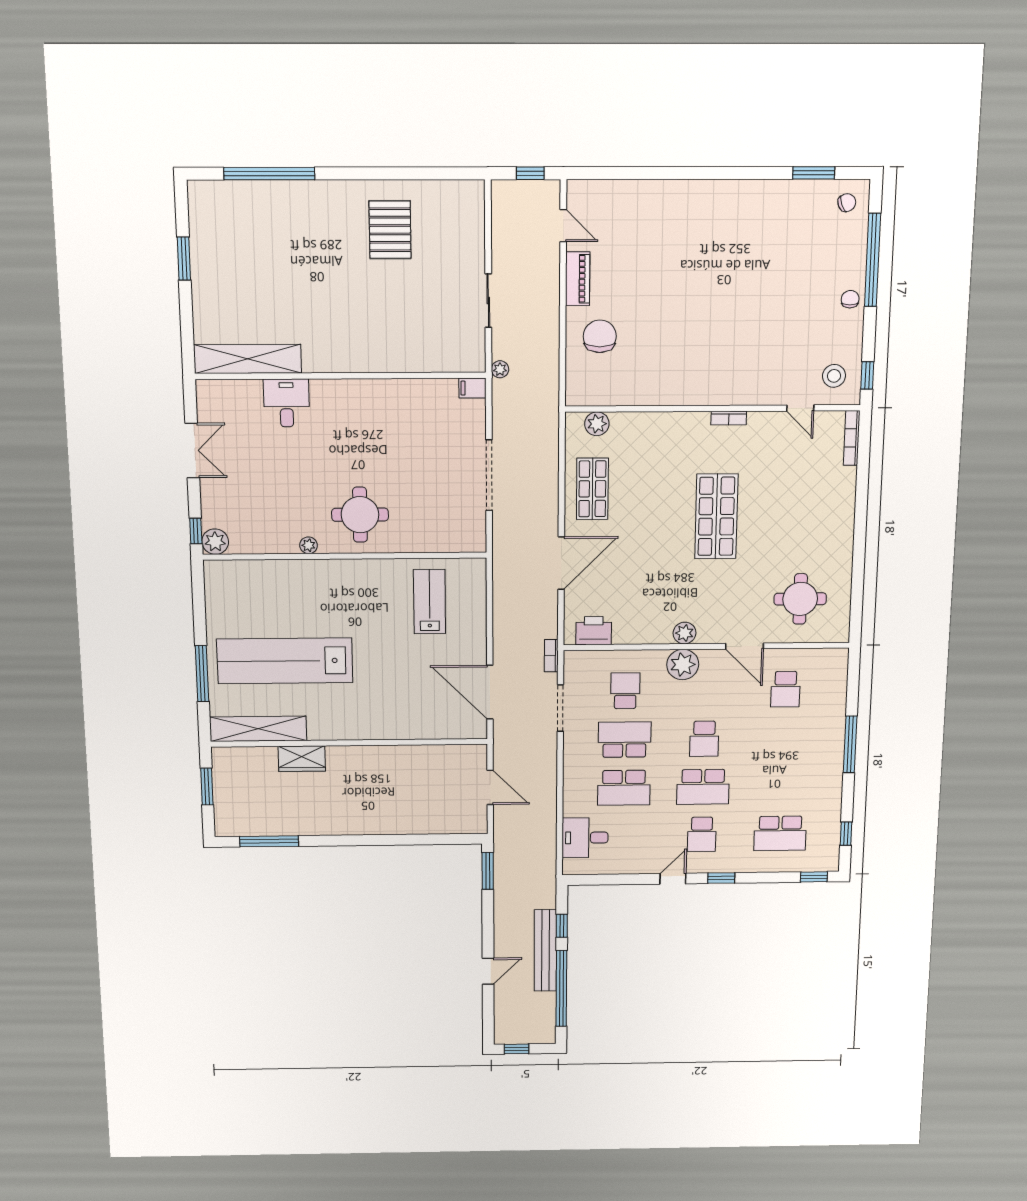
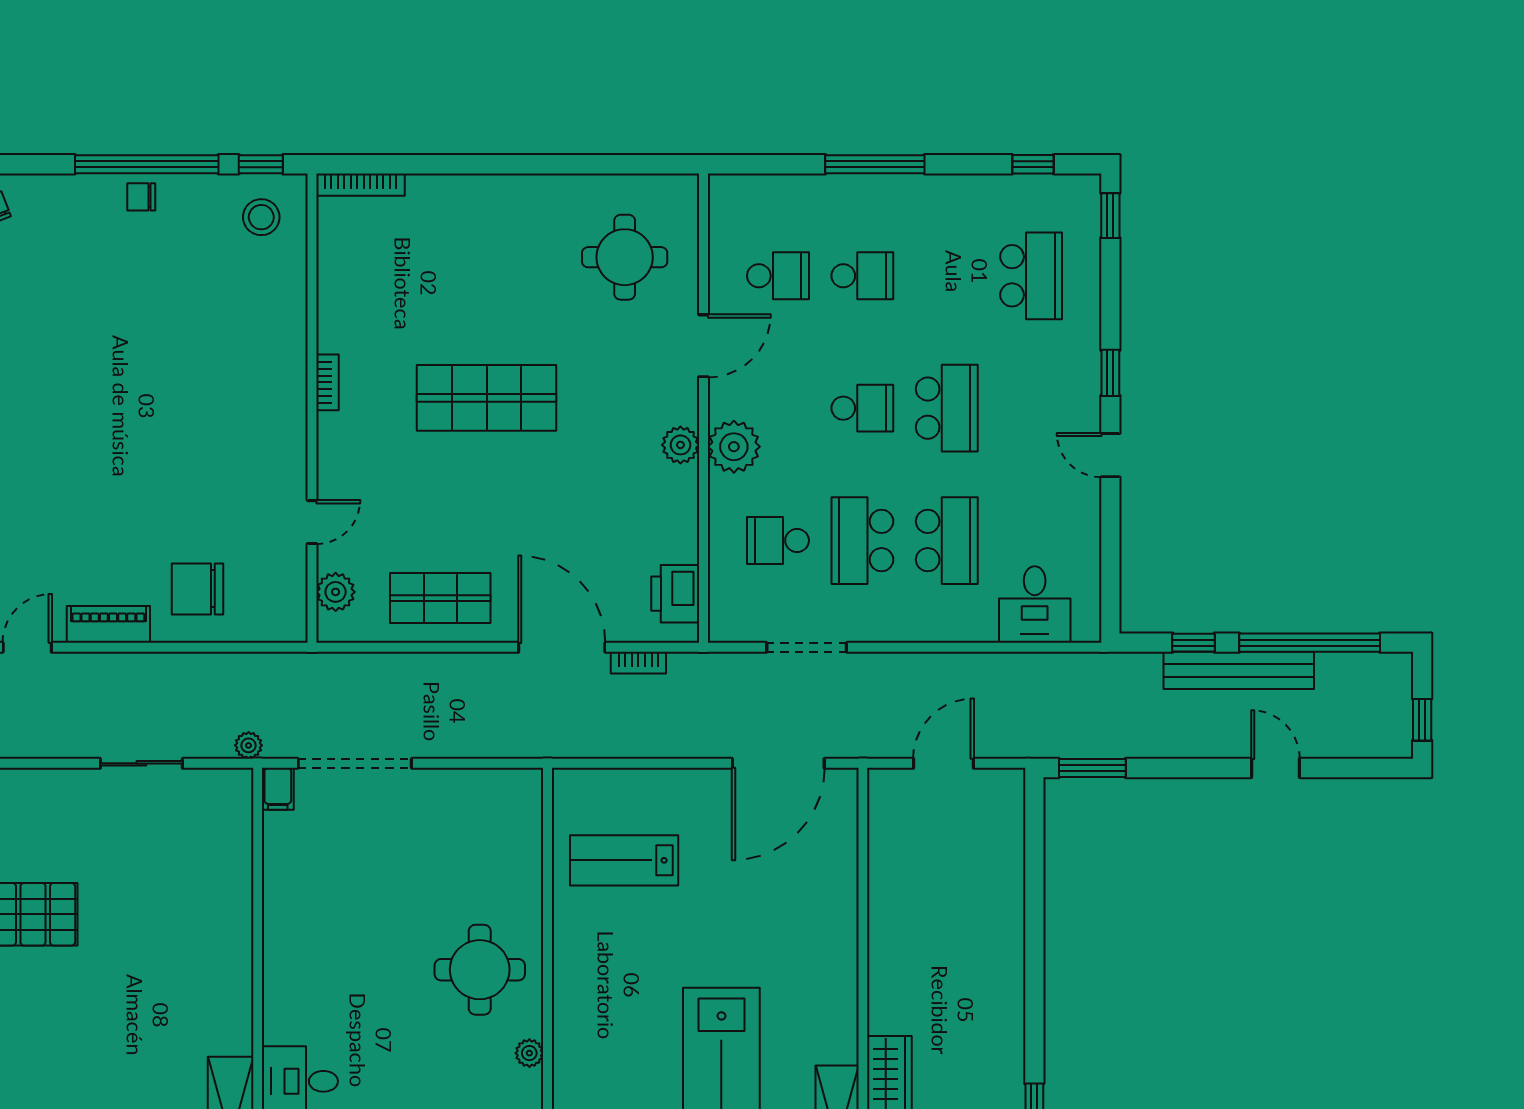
window: (873, 260) -> (147, 164), moved
door: (800, 408) -> (312, 522), moved
doorway: (489, 475) -> (355, 763), moved
bookcase: (551, 656) -> (638, 663), moved
school desk: (702, 834) -> (862, 276), moved

